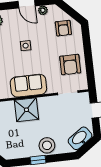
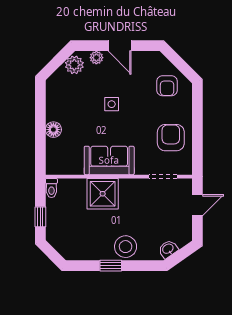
plant: (43, 10) -> (96, 58), moved
armchair: (70, 65) -> (171, 138), turned 180
washbasin: (80, 138) -> (168, 249), width x0.52, depth x0.69

